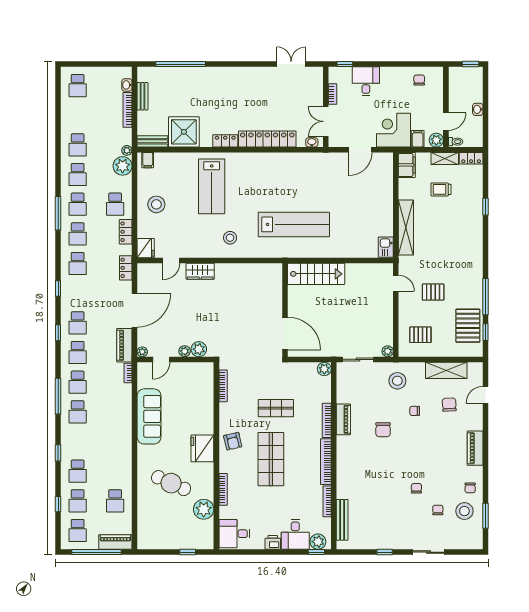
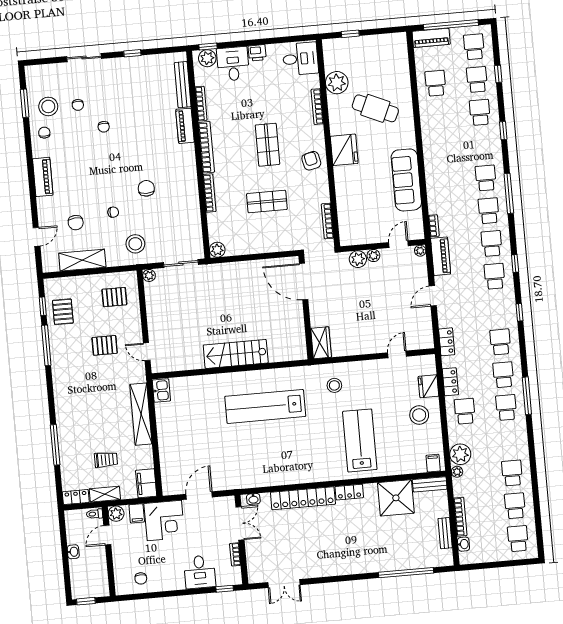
school desk: (78, 175) -> (515, 506), moved
window: (485, 207) -> (55, 445), width x2.17
fridge: (146, 248) -> (428, 386), moved
wardrobe: (200, 271) -> (321, 343), moved, turned 90
door: (135, 310) -> (433, 296), width x0.53
wall: (285, 310) -> (306, 307), moved
pallet: (468, 326) -> (63, 312), width x0.67, depth x0.71
door: (285, 333) -> (304, 282), moved
piano: (343, 419) -> (185, 126), moved
shop shelf: (271, 459) -> (267, 145), width x0.70, depth x0.74

